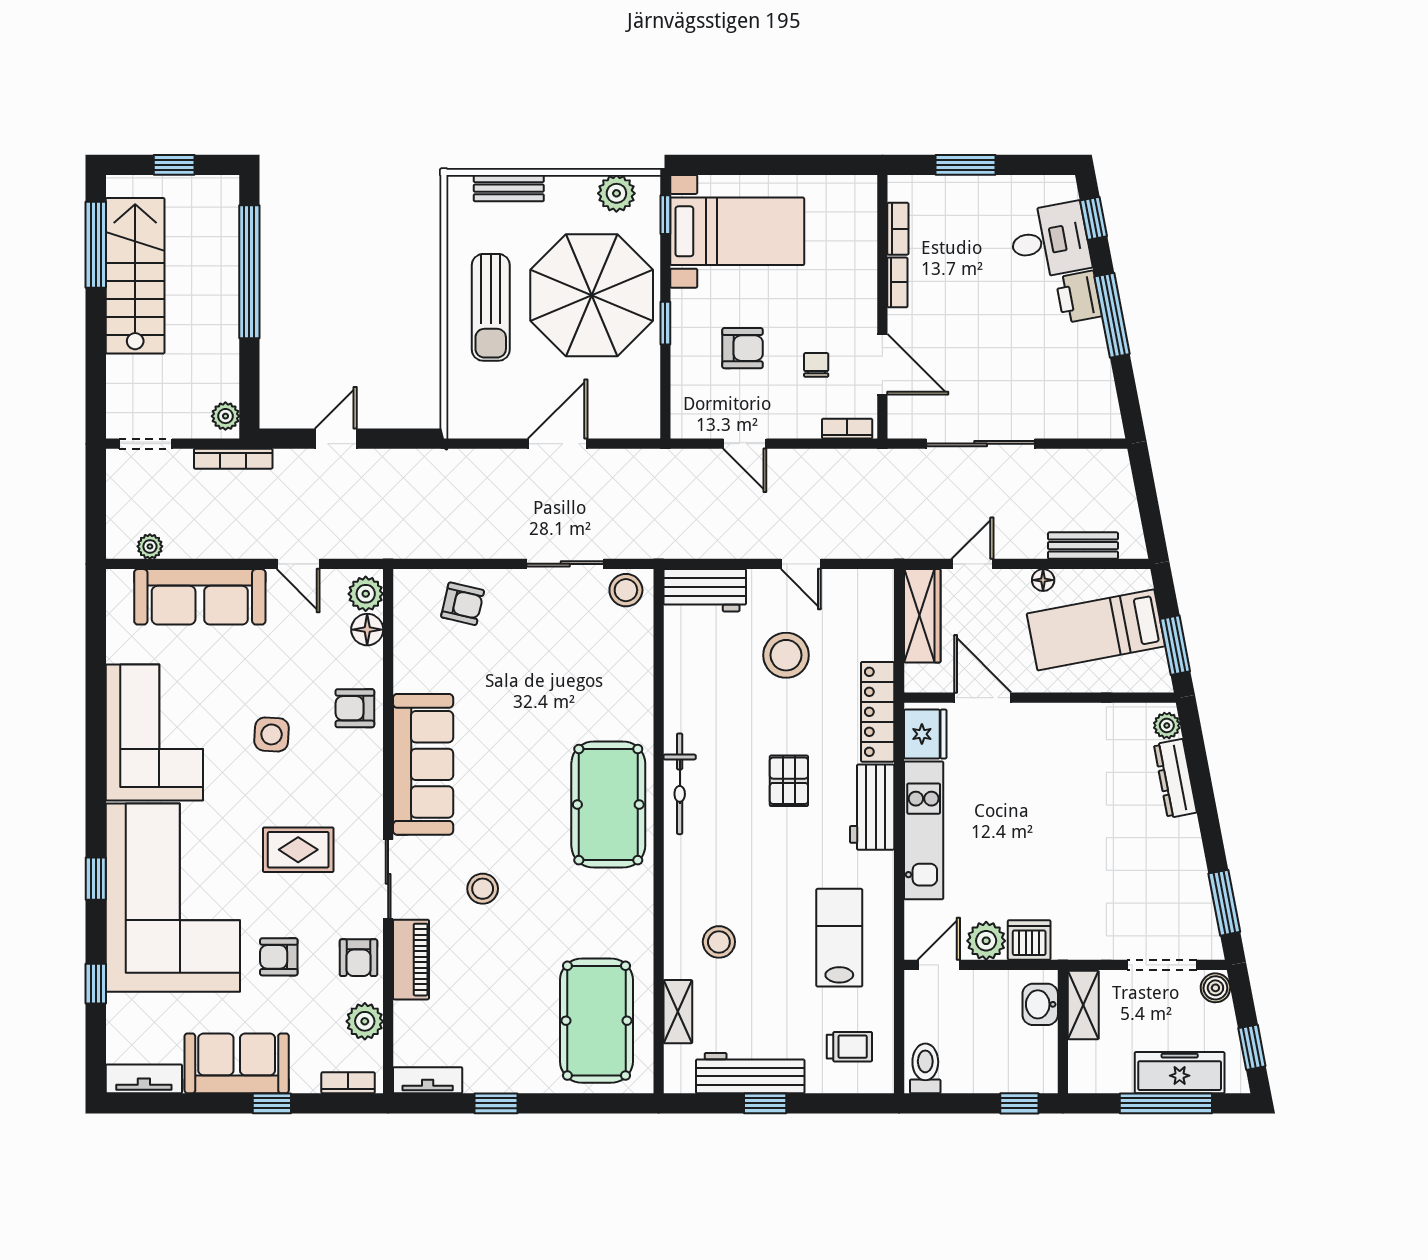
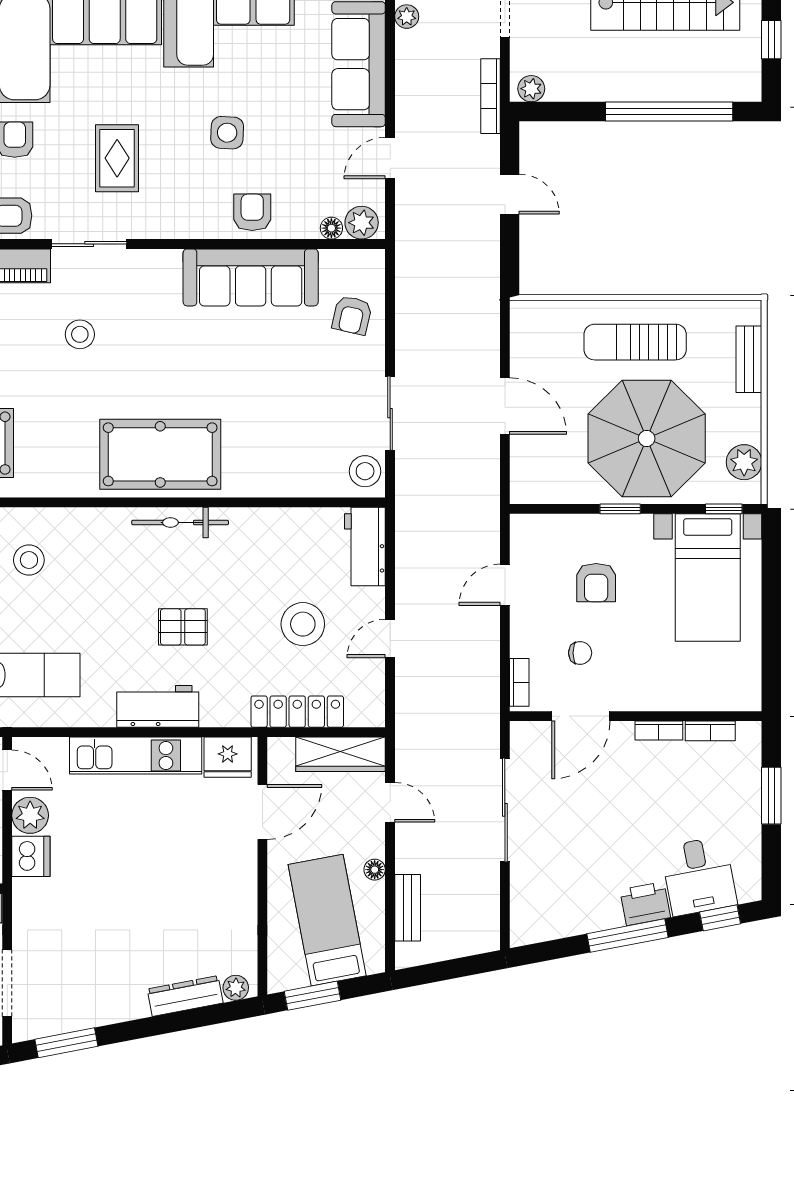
floor lamp: (367, 630) -> (331, 228), width x0.73, depth x0.73
locker: (878, 712) -> (297, 712), moved
sofa: (423, 764) -> (251, 277), moved

